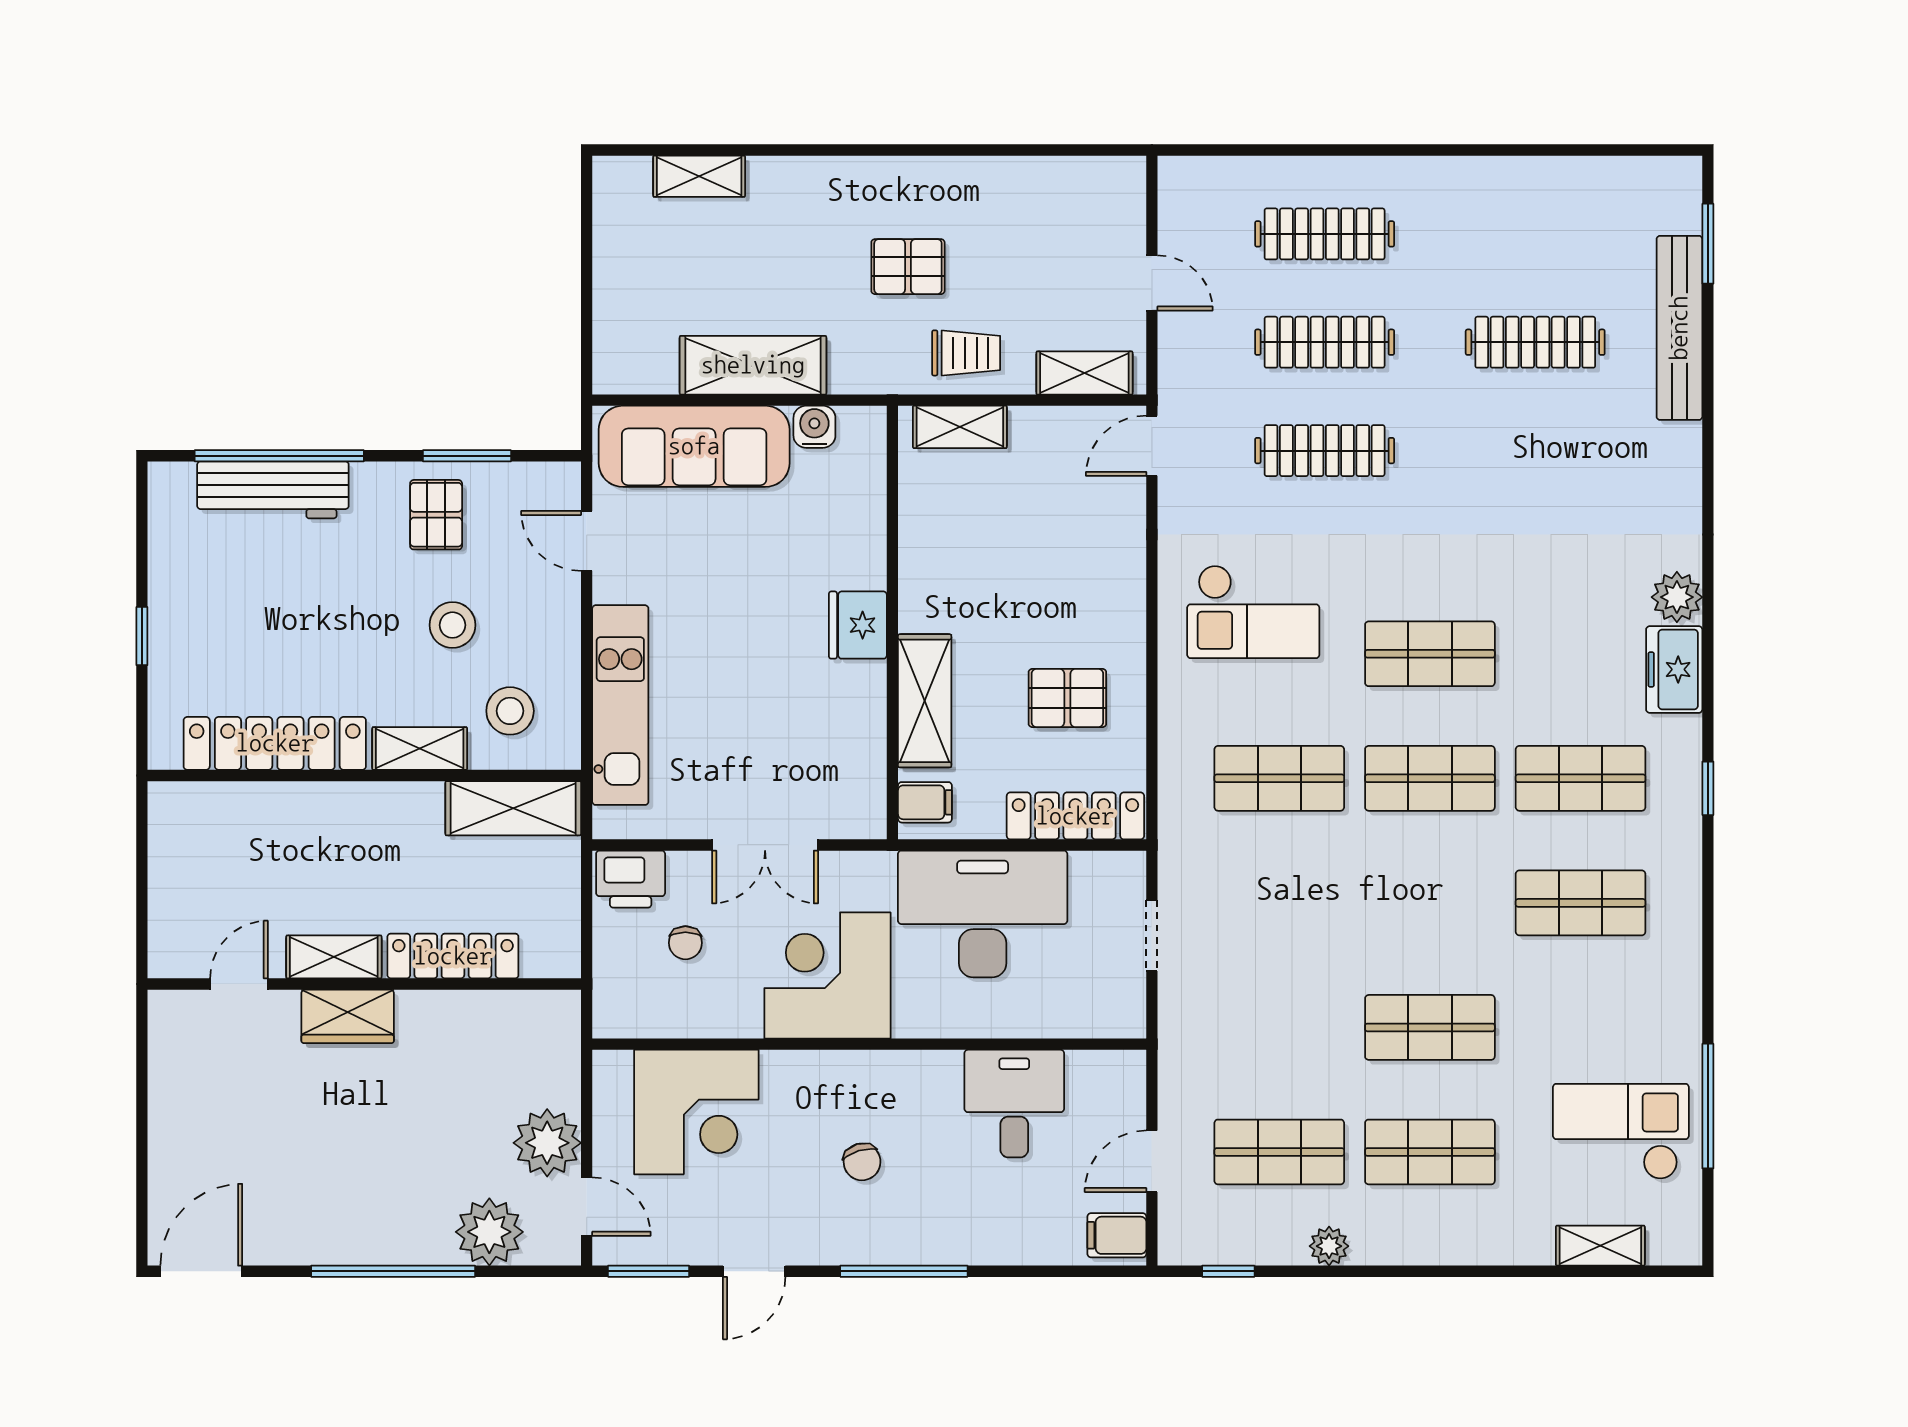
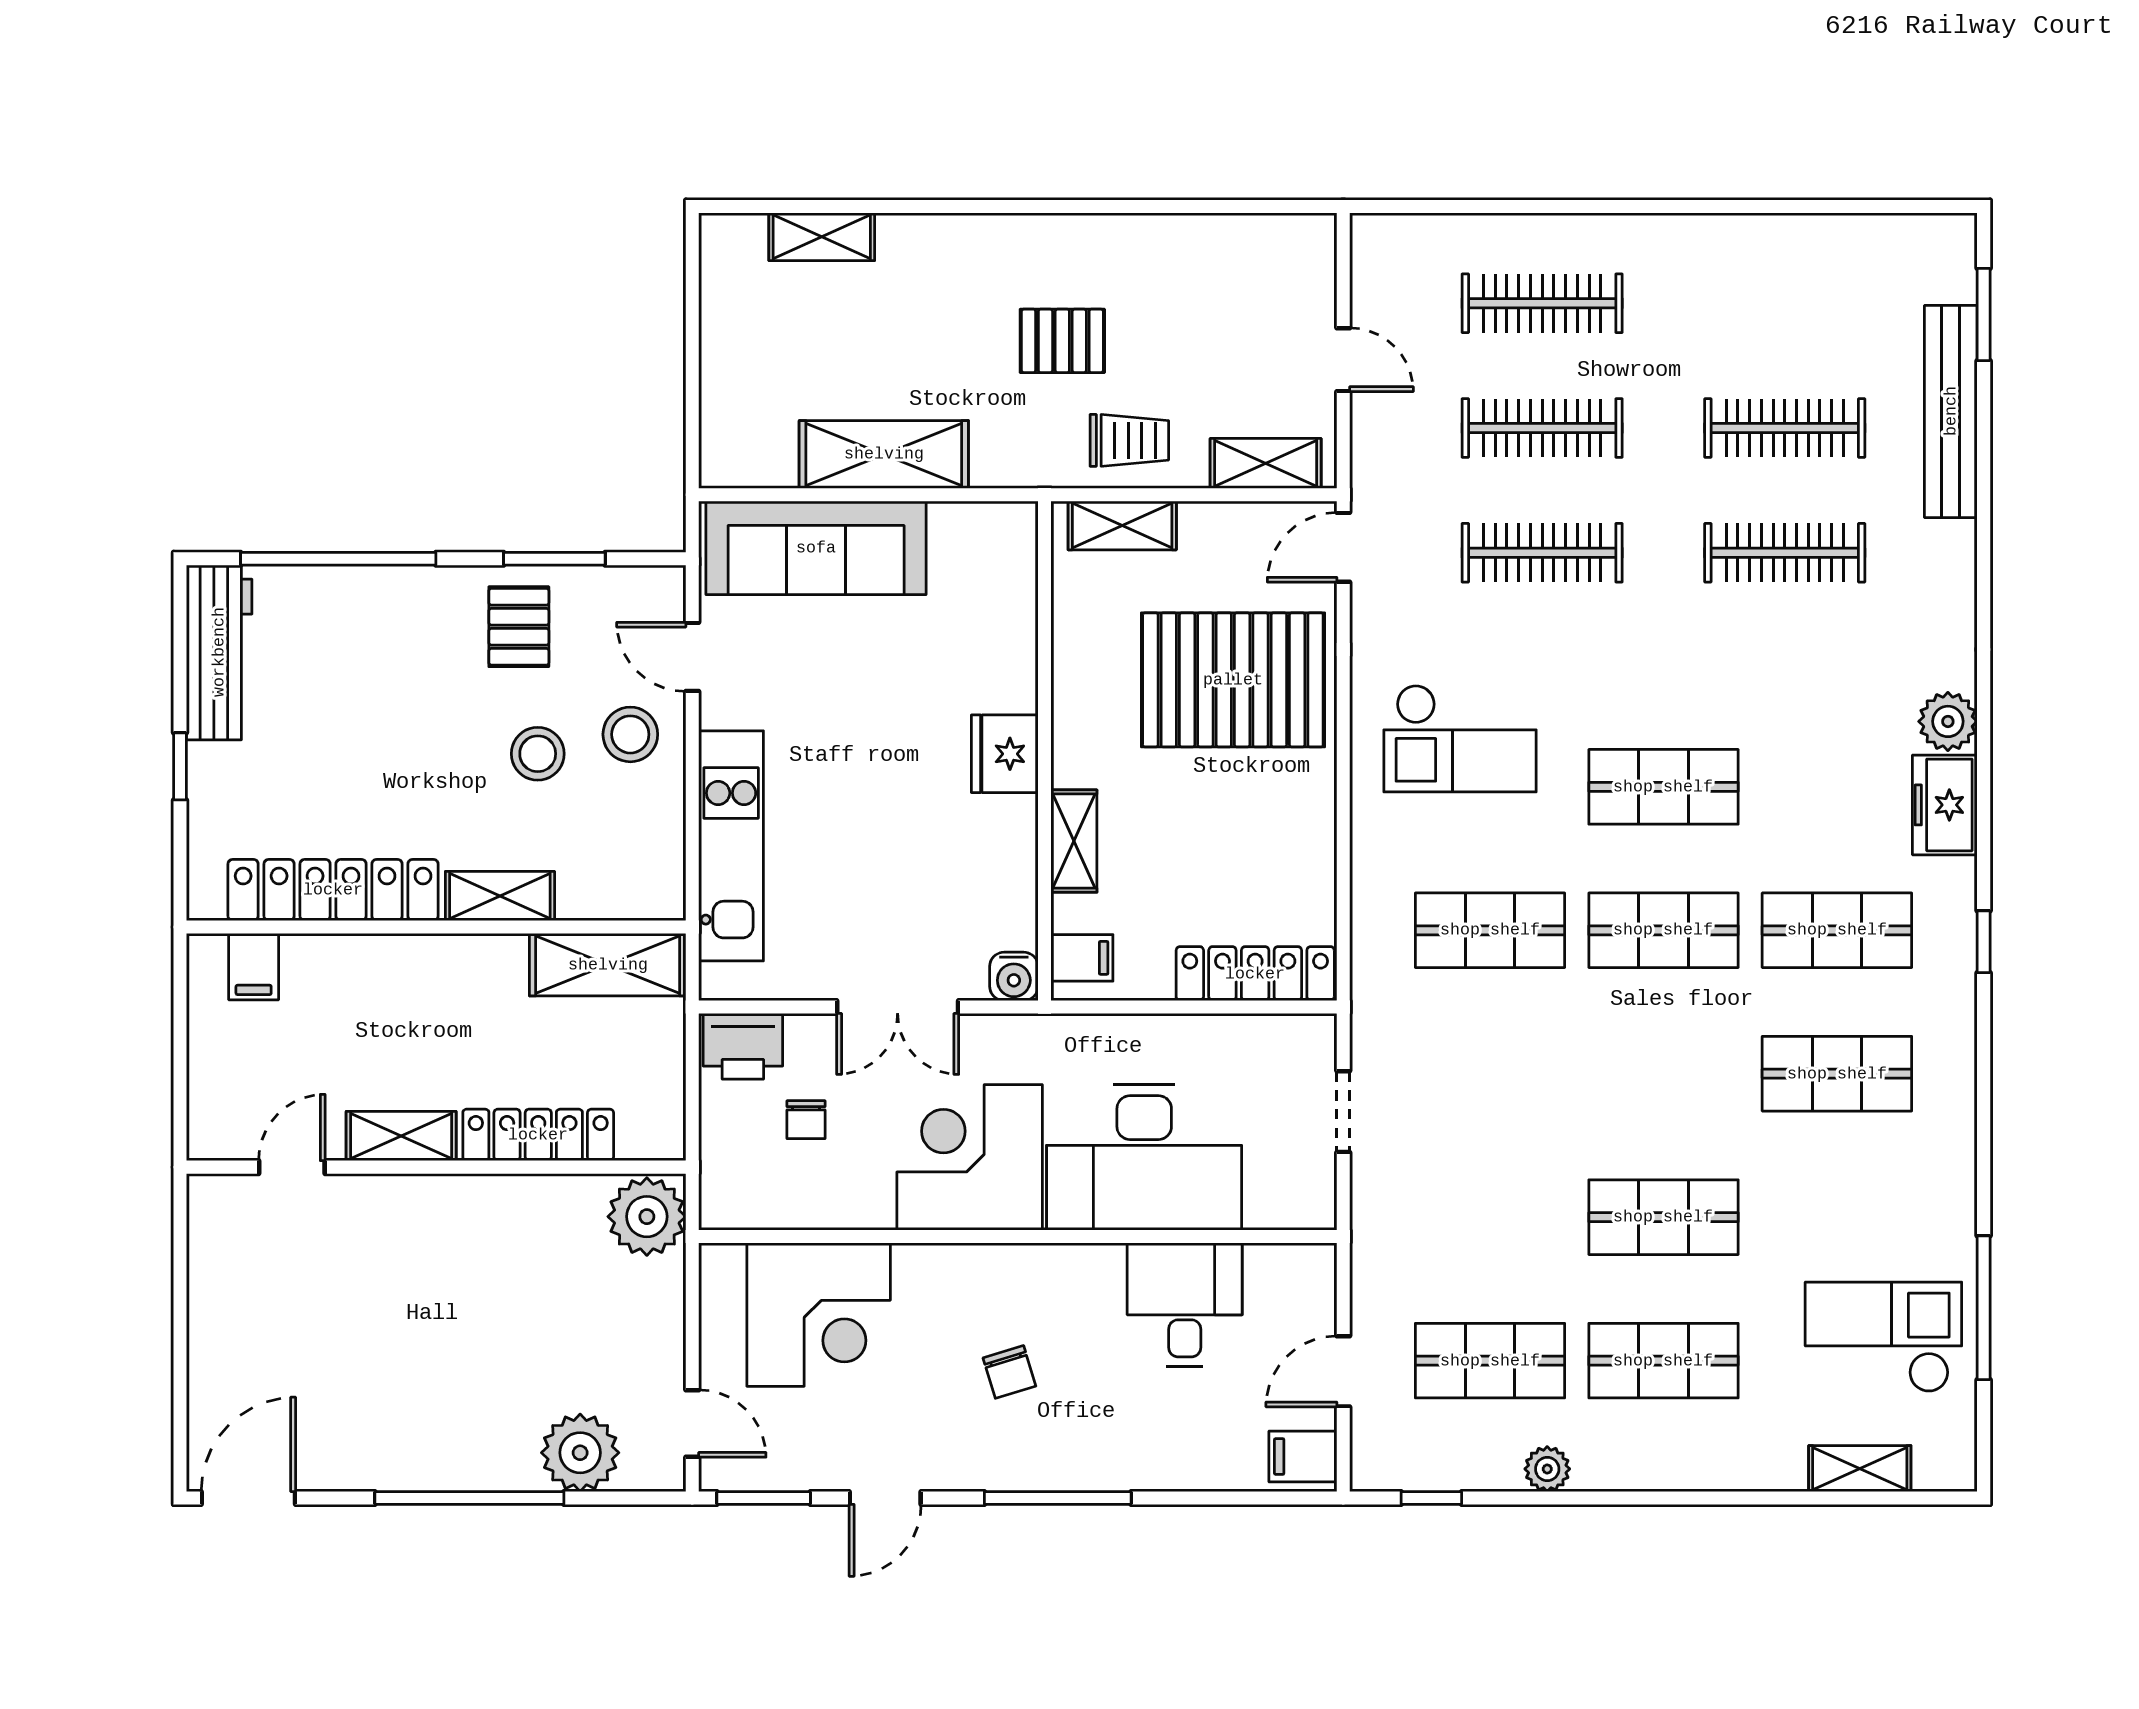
water cooler: (814, 427) -> (1014, 976), moved, turned 180
clothes rail: (1535, 451) -> (1785, 553), added
workbench: (273, 490) -> (219, 652), moved, turned -90
pallet: (1067, 698) -> (1233, 680), moved, width x2.05, depth x2.00
shelving: (925, 701) -> (1074, 841), width x0.67, depth x0.75
stool: (510, 711) -> (630, 734), moved
filing cabinet: (206, 810) -> (254, 967), added
desk: (983, 914) -> (1144, 1157), moved, turned 180
wardrobe: (348, 1016) -> (417, 1204), removed
plant: (547, 1143) -> (647, 1217), moved

